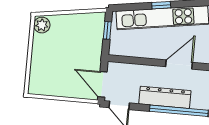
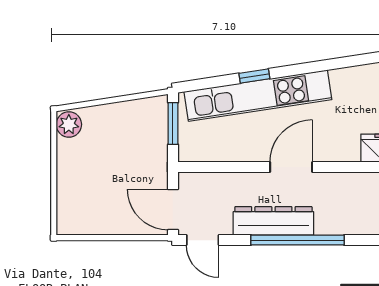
window: (107, 30) -> (173, 123), width x1.50

